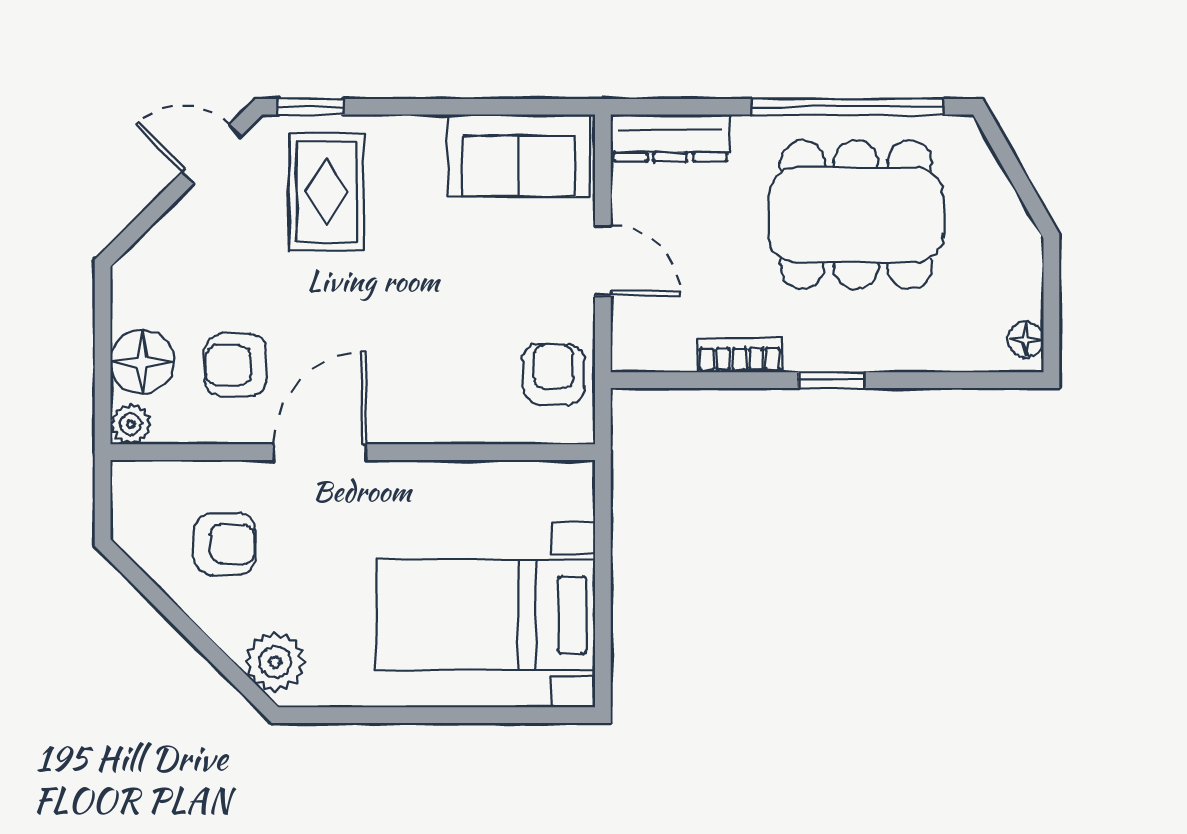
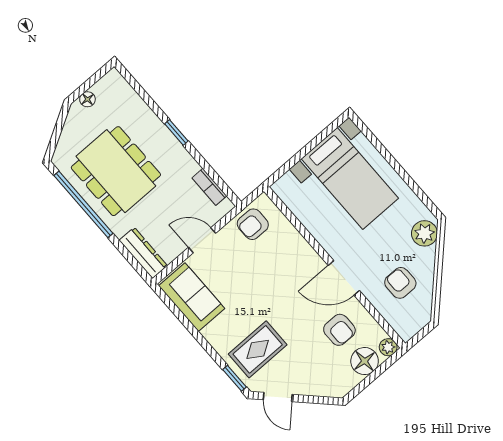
door: (603, 261) -> (202, 240), hinge flipped
floor lamp: (1026, 340) -> (87, 99), moved
bookcase: (740, 355) -> (209, 187), moved

